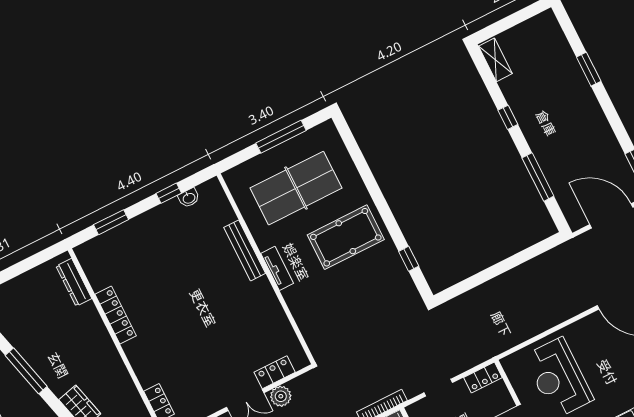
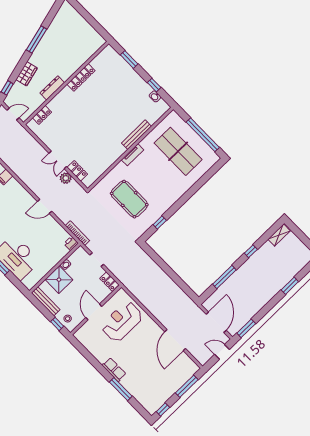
window: (281, 137) -> (203, 135), width x1.46
pool table: (346, 237) -> (129, 199), moved
dresser: (74, 282) -> (52, 88), moved

